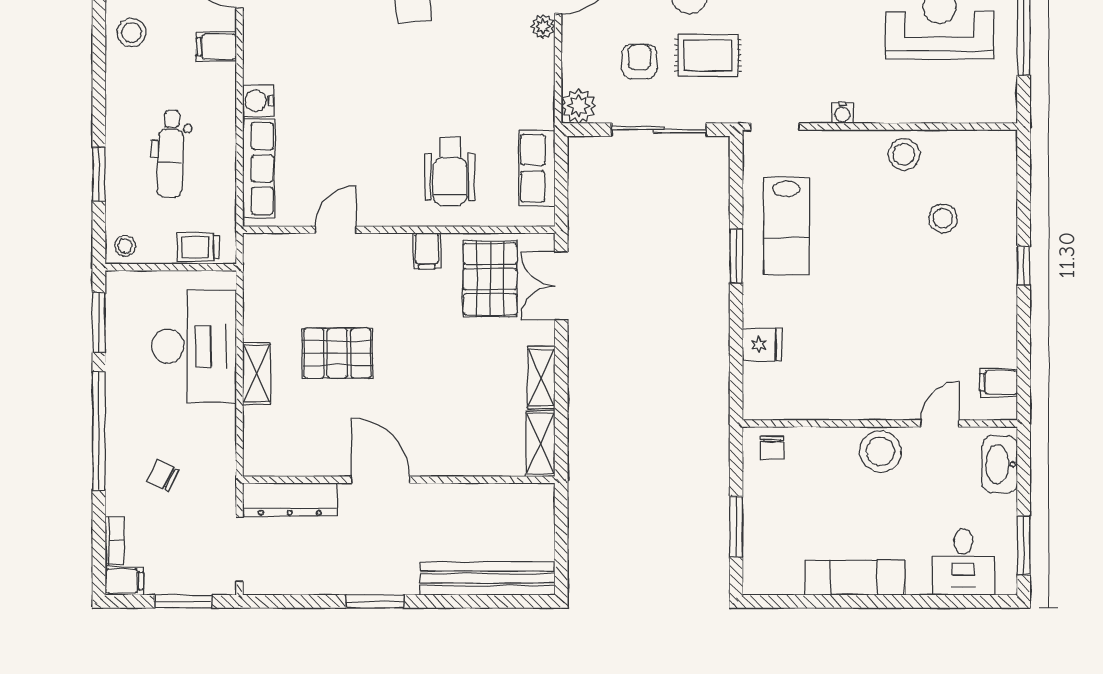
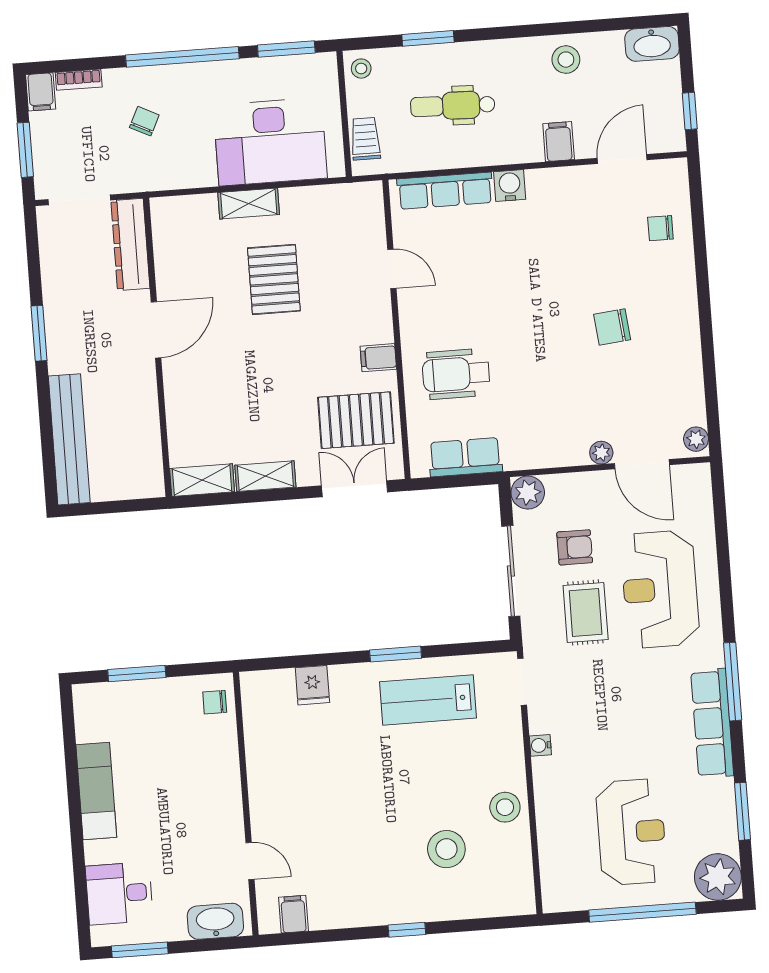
stool: (943, 218) -> (446, 849), width x1.38, depth x1.38
stool: (880, 452) -> (219, 806), removed

